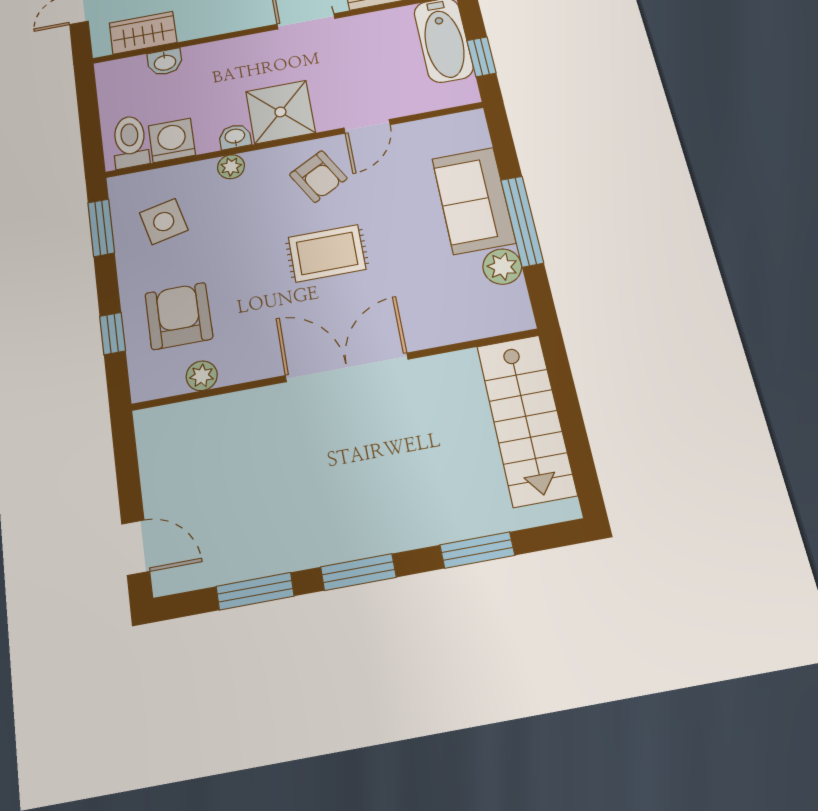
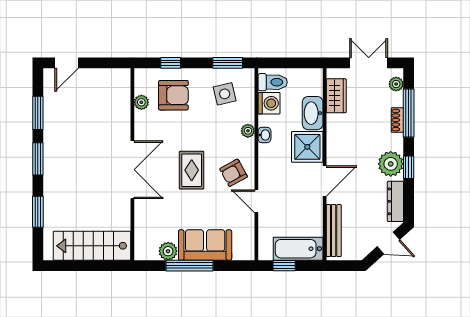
washbasin: (165, 62) -> (313, 113), width x1.91, depth x1.45
shower: (280, 112) -> (307, 147), moved

